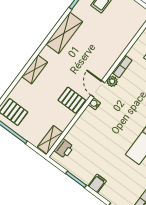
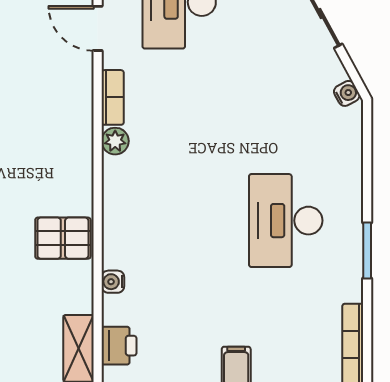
door: (98, 89) -> (98, 28), moved
water cooler: (94, 104) -> (113, 282), moved

